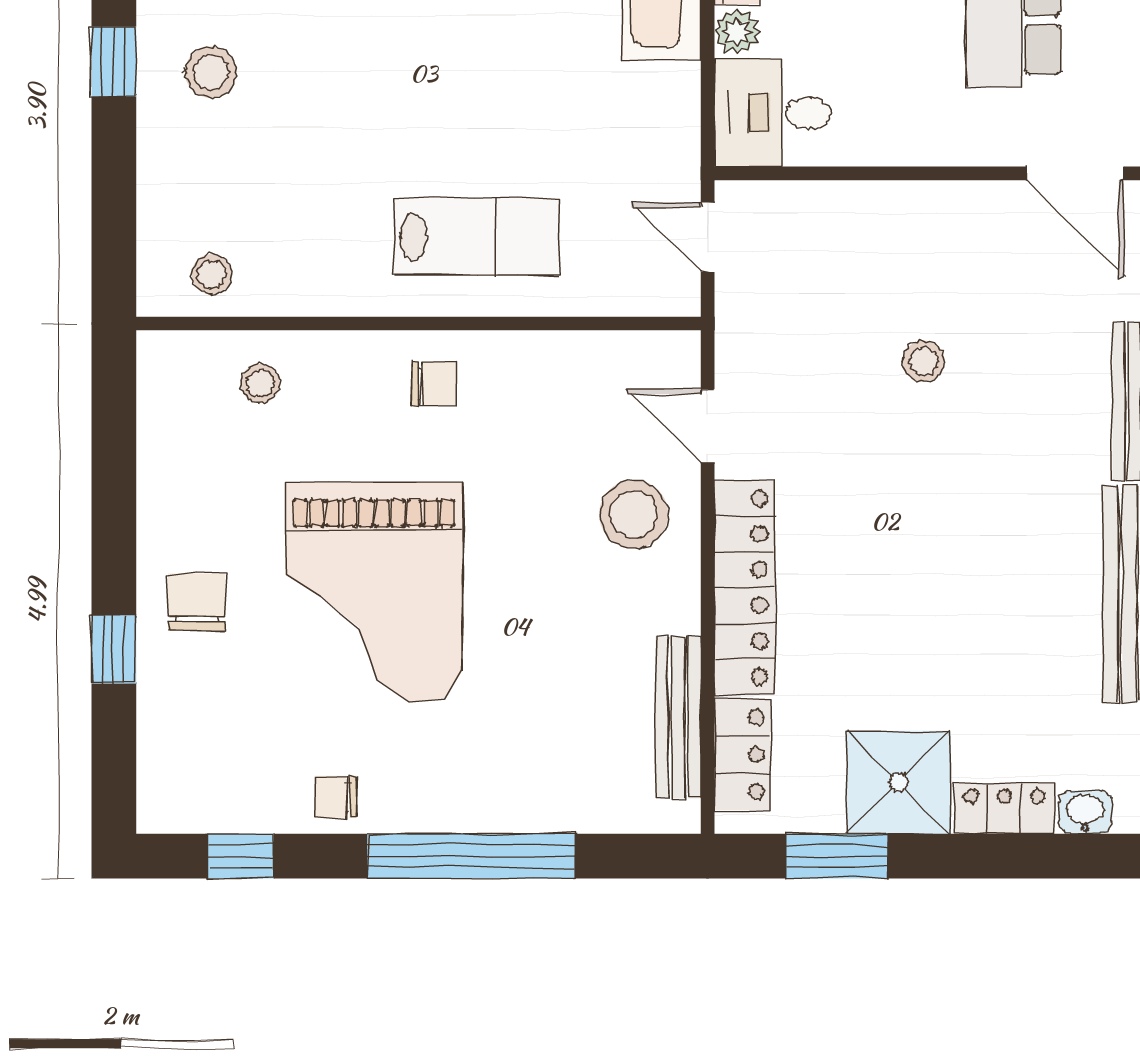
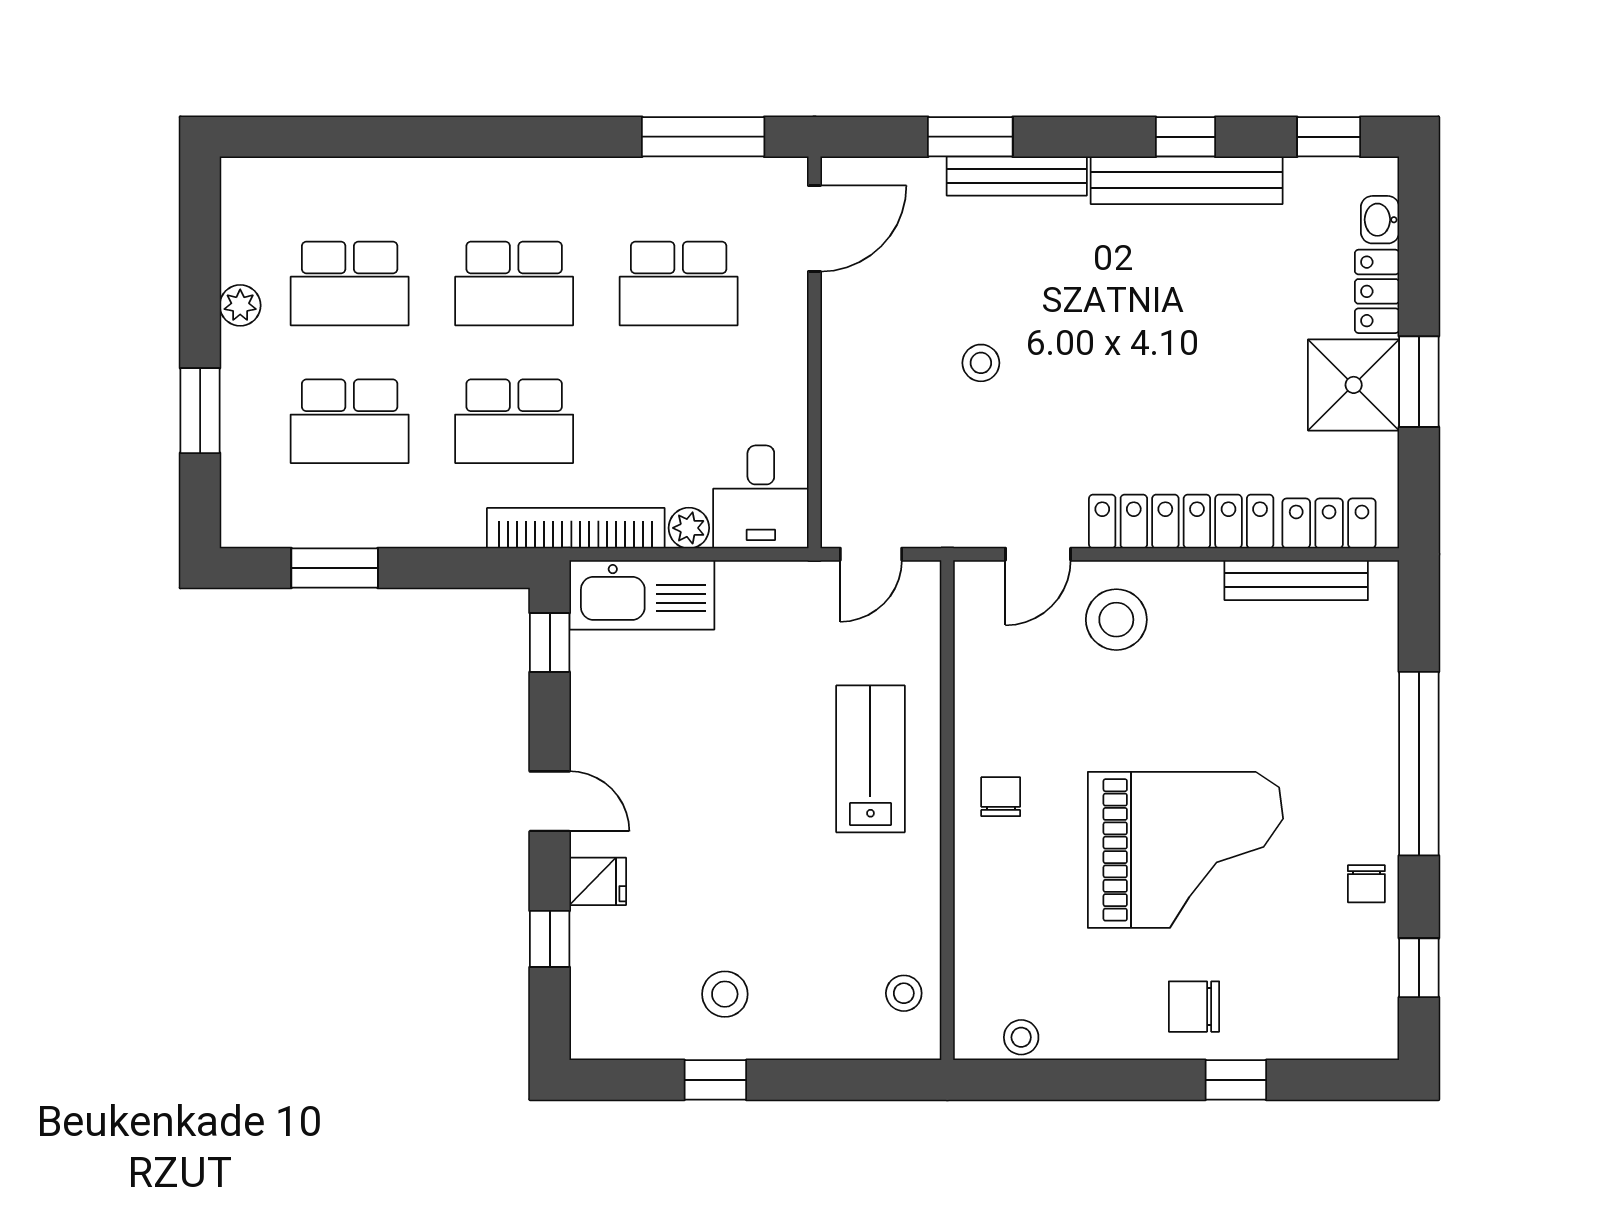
stool: (260, 383) -> (1021, 1037), moved
window: (837, 856) -> (1419, 382), moved

